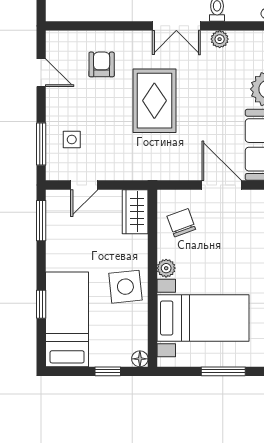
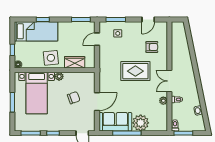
door: (84, 185) -> (97, 39), hinge flipped
wardrobe: (135, 212) -> (75, 62), moved
chair: (181, 223) -> (74, 98), moved

